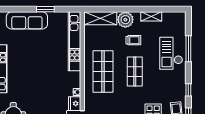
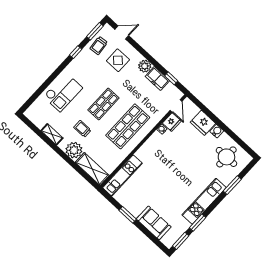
sofa: (27, 20) -> (154, 223), width x0.73
kitchen unit: (75, 41) -> (122, 176), width x0.73
window: (188, 49) -> (47, 83), removed

